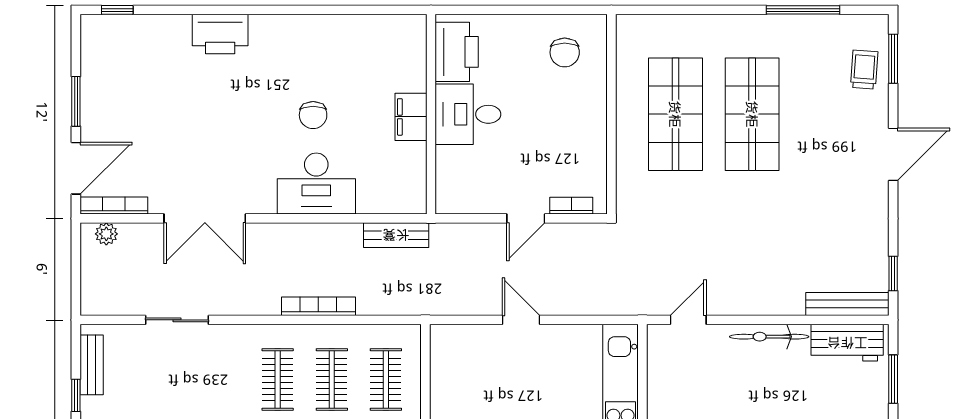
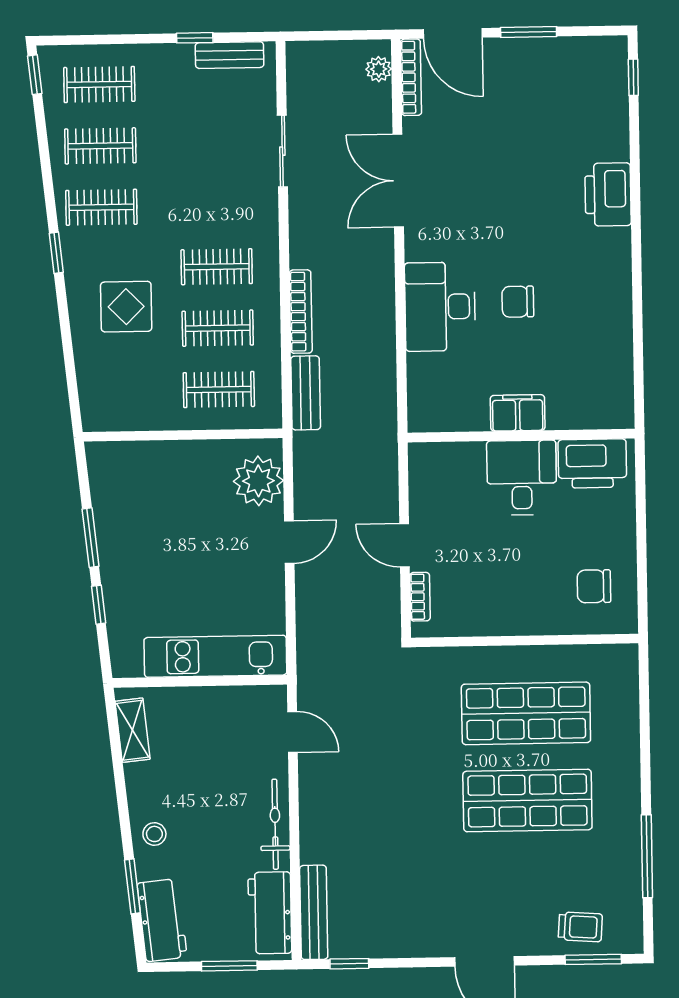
bench: (396, 235) -> (306, 393), moved
plant: (467, 346) -> (258, 481), added

